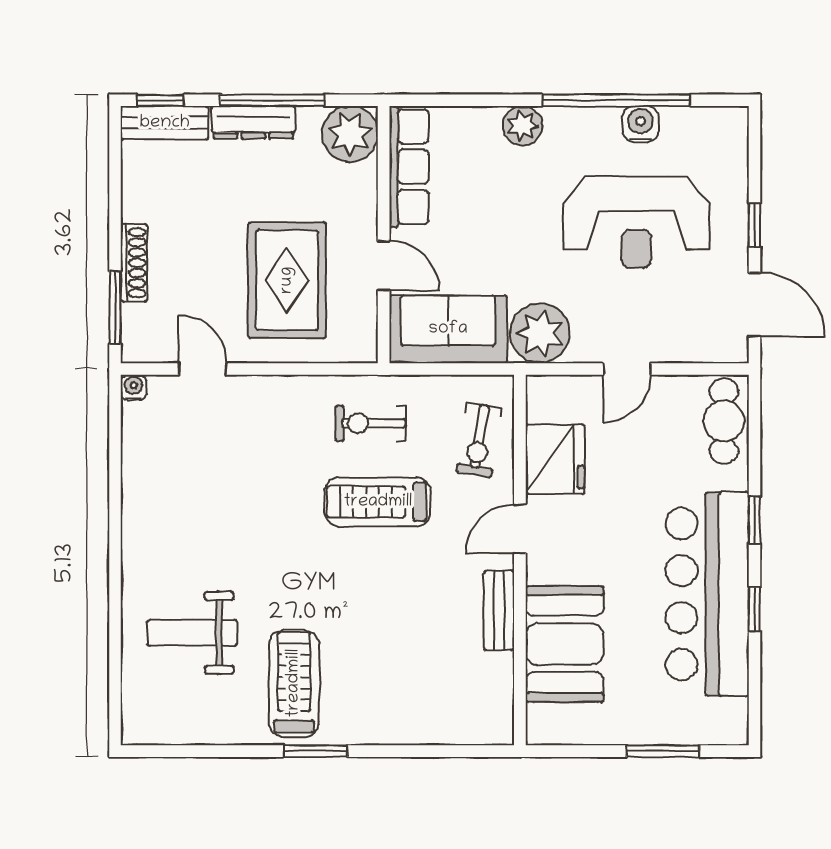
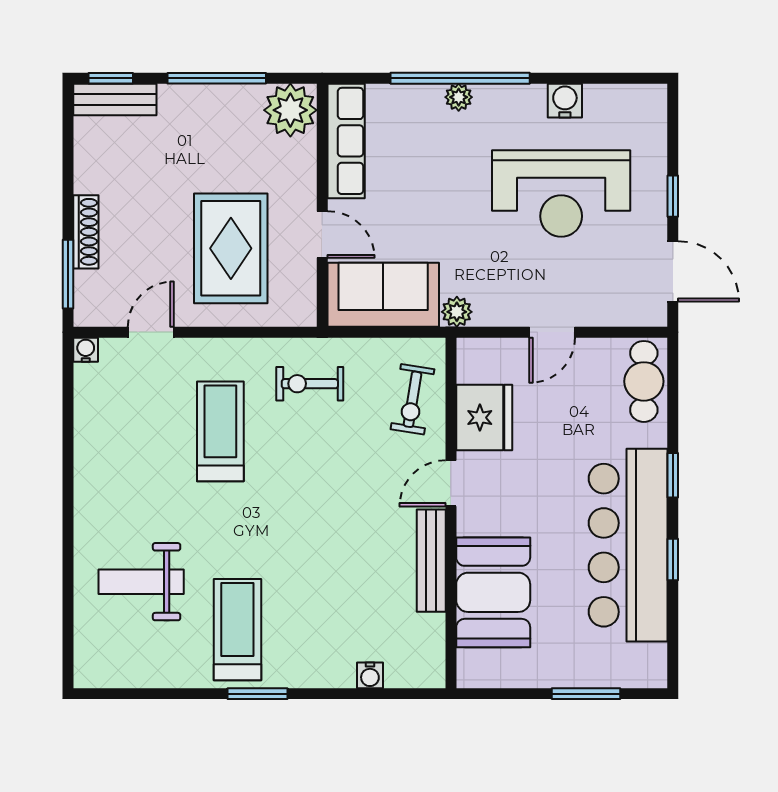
window: (616, 100) -> (460, 78), moved
dresser: (253, 122) -> (199, 99), removed
plant: (523, 126) -> (459, 97), width x0.73, depth x0.73
plant: (540, 333) -> (457, 312), width x0.53, depth x0.53
door: (202, 369) -> (151, 332), hinge flipped
treadmill: (378, 502) -> (220, 431), moved, turned 90
bench: (499, 610) -> (431, 561), width x1.36
water cooler: (434, 732) -> (370, 675), added

